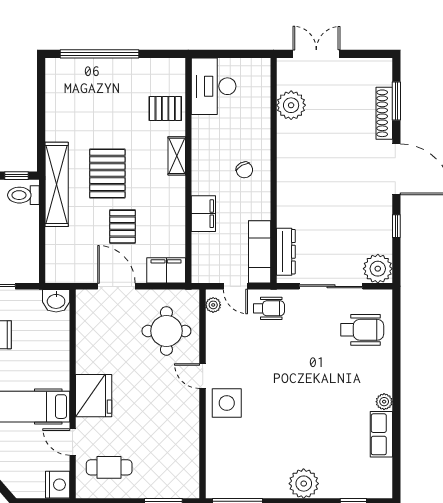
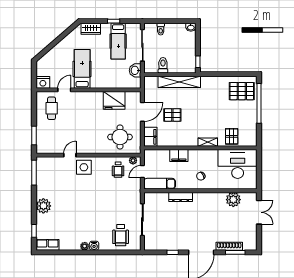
desk: (214, 86) -> (238, 164), width x1.36, depth x1.30
pallet: (107, 174) -> (242, 91), moved
shelving: (57, 184) -> (179, 82), moved
toilet: (23, 195) -> (163, 65), moved
dresser: (286, 252) -> (181, 197), moved
plant: (378, 269) -> (151, 243), removed
washbasin: (56, 301) -> (135, 70), moved
wheelchair: (269, 308) -> (118, 170), moved
door: (203, 376) -> (70, 155), moved
water cooler: (383, 383) -> (94, 246), added
fridge: (94, 396) -> (114, 100), moved
row of seats: (381, 434) -> (47, 245), moved

